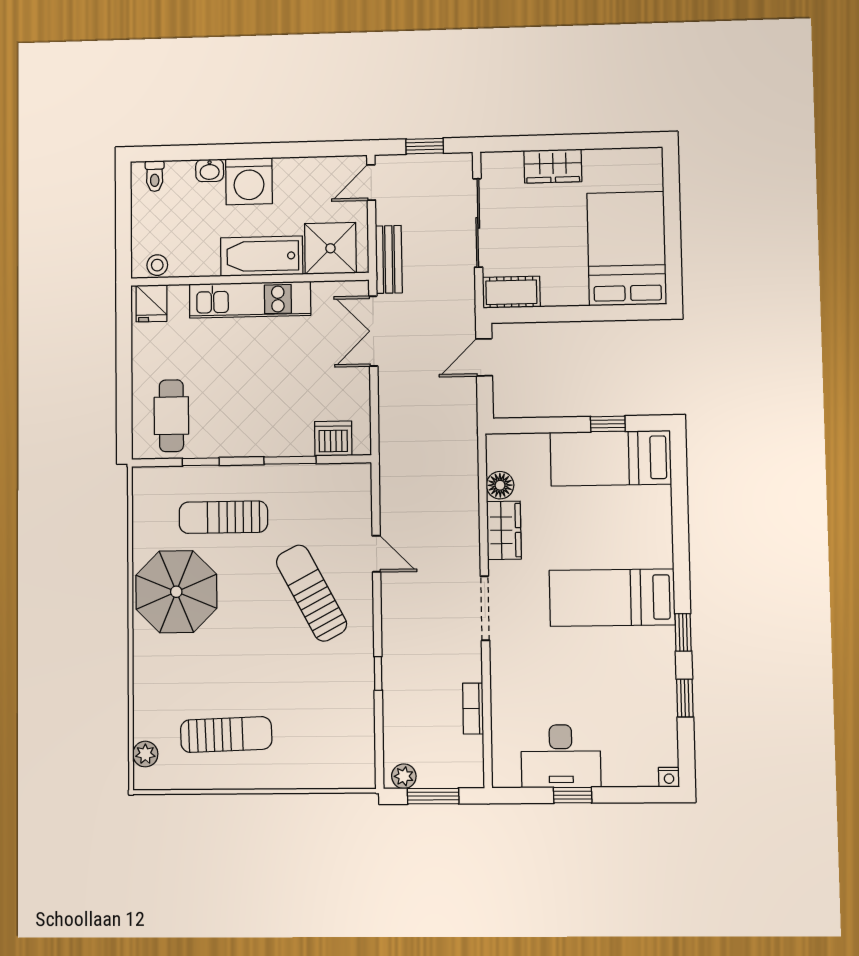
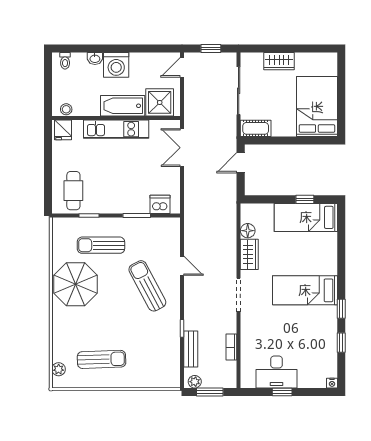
bench: (389, 259) -> (191, 349), moved

